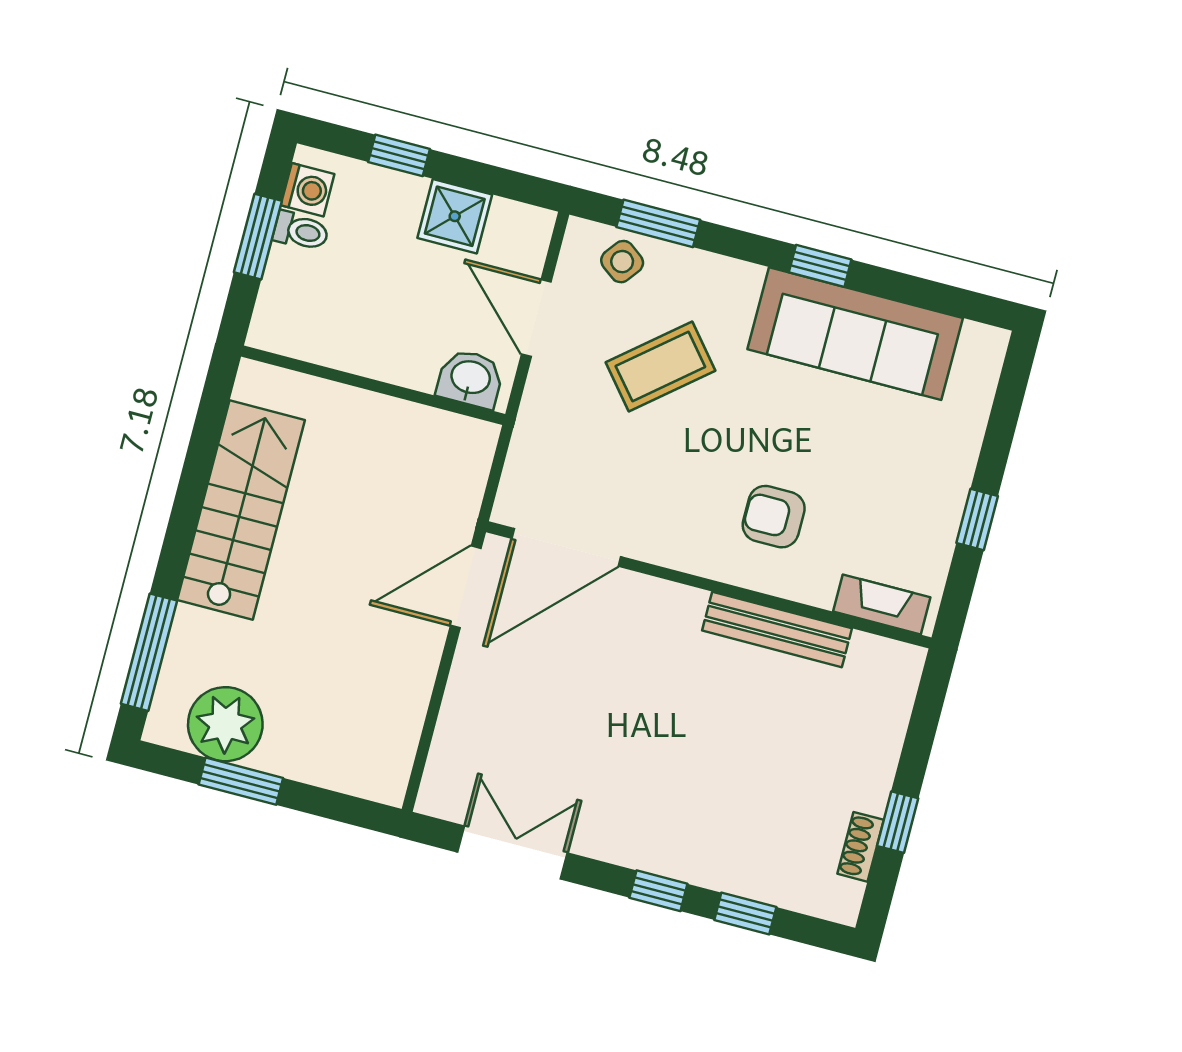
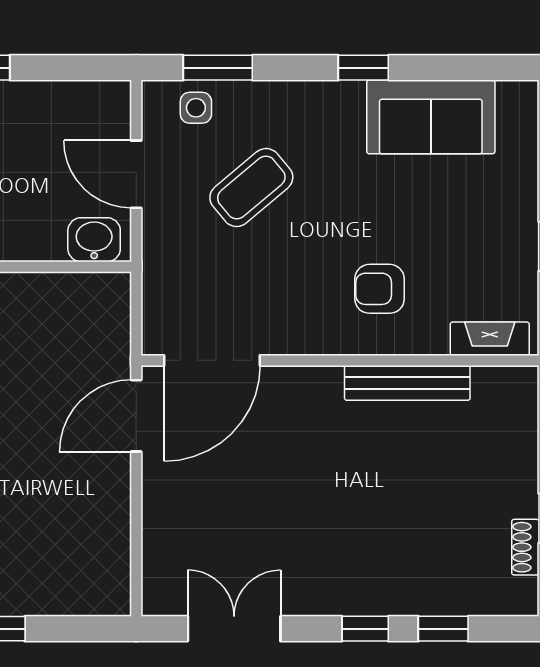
shower: (455, 216) -> (45, 107), removed
side table: (622, 262) -> (196, 108), turned -37
sofa: (855, 334) -> (431, 117), width x0.73

